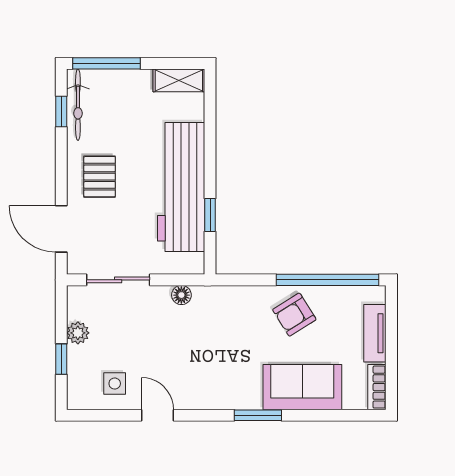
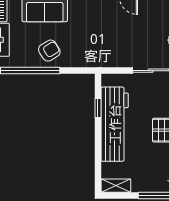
floor lamp: (181, 295) -> (114, 62), removed
side table: (115, 384) -> (153, 11), removed

